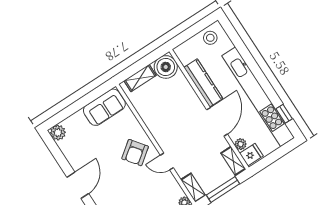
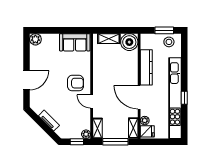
window: (197, 28) -> (164, 30), added
window: (284, 114) -> (184, 98), moved
door: (217, 122) -> (139, 97), swing flipped
armchair: (135, 153) -> (76, 83), turned -143

